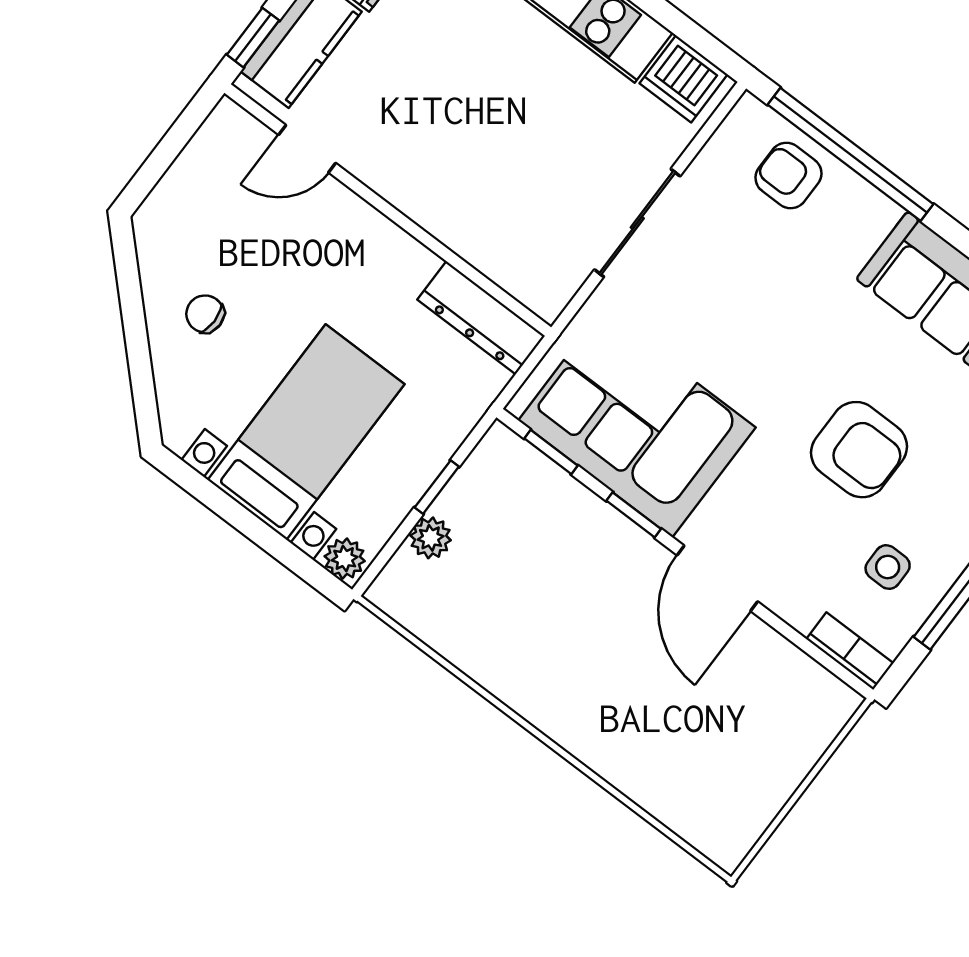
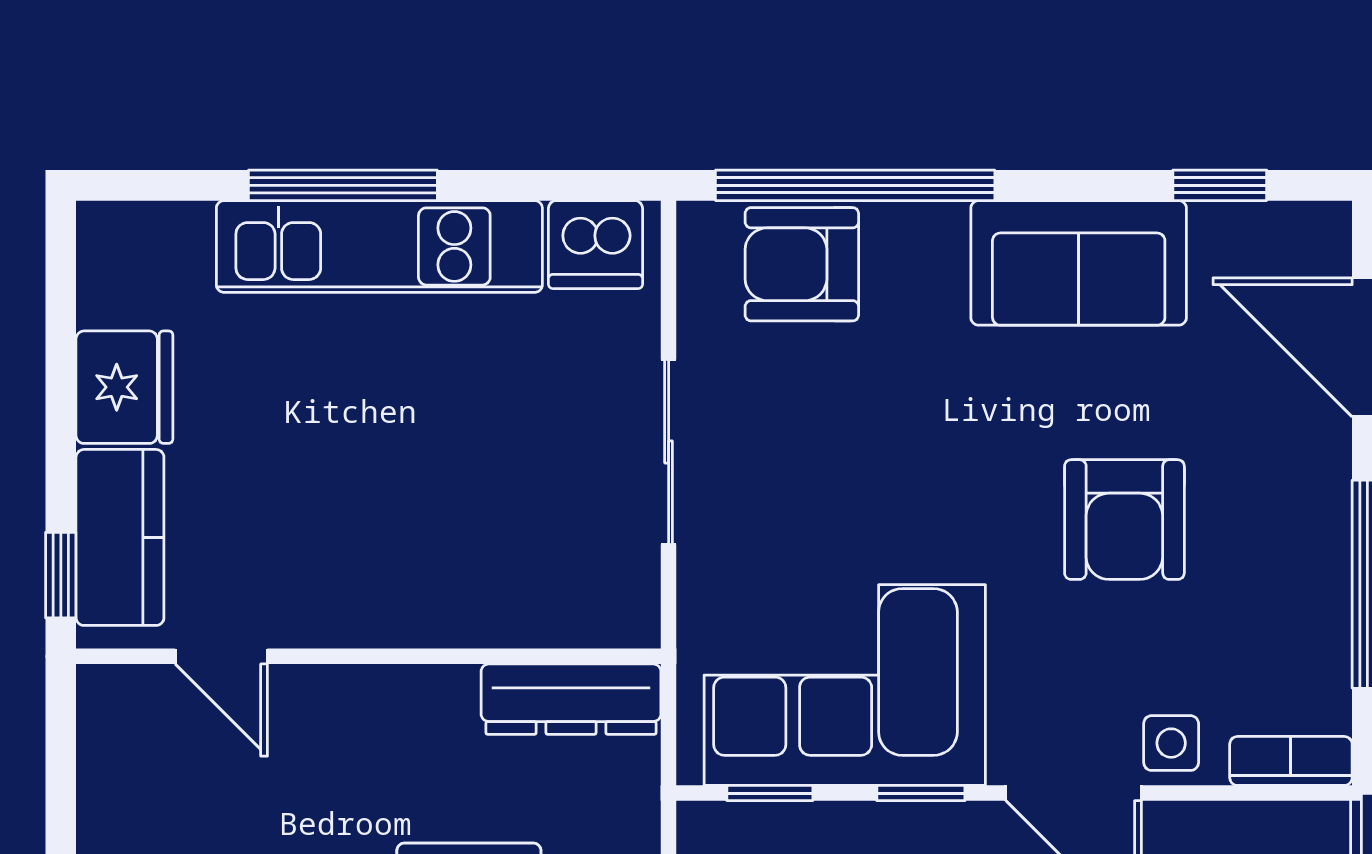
door: (307, 149) -> (221, 656), hinge flipped
armchair: (788, 175) -> (802, 264), width x1.38, depth x1.38
armchair: (859, 450) -> (1124, 520), turned 90
side table: (888, 567) -> (1171, 743), moved

